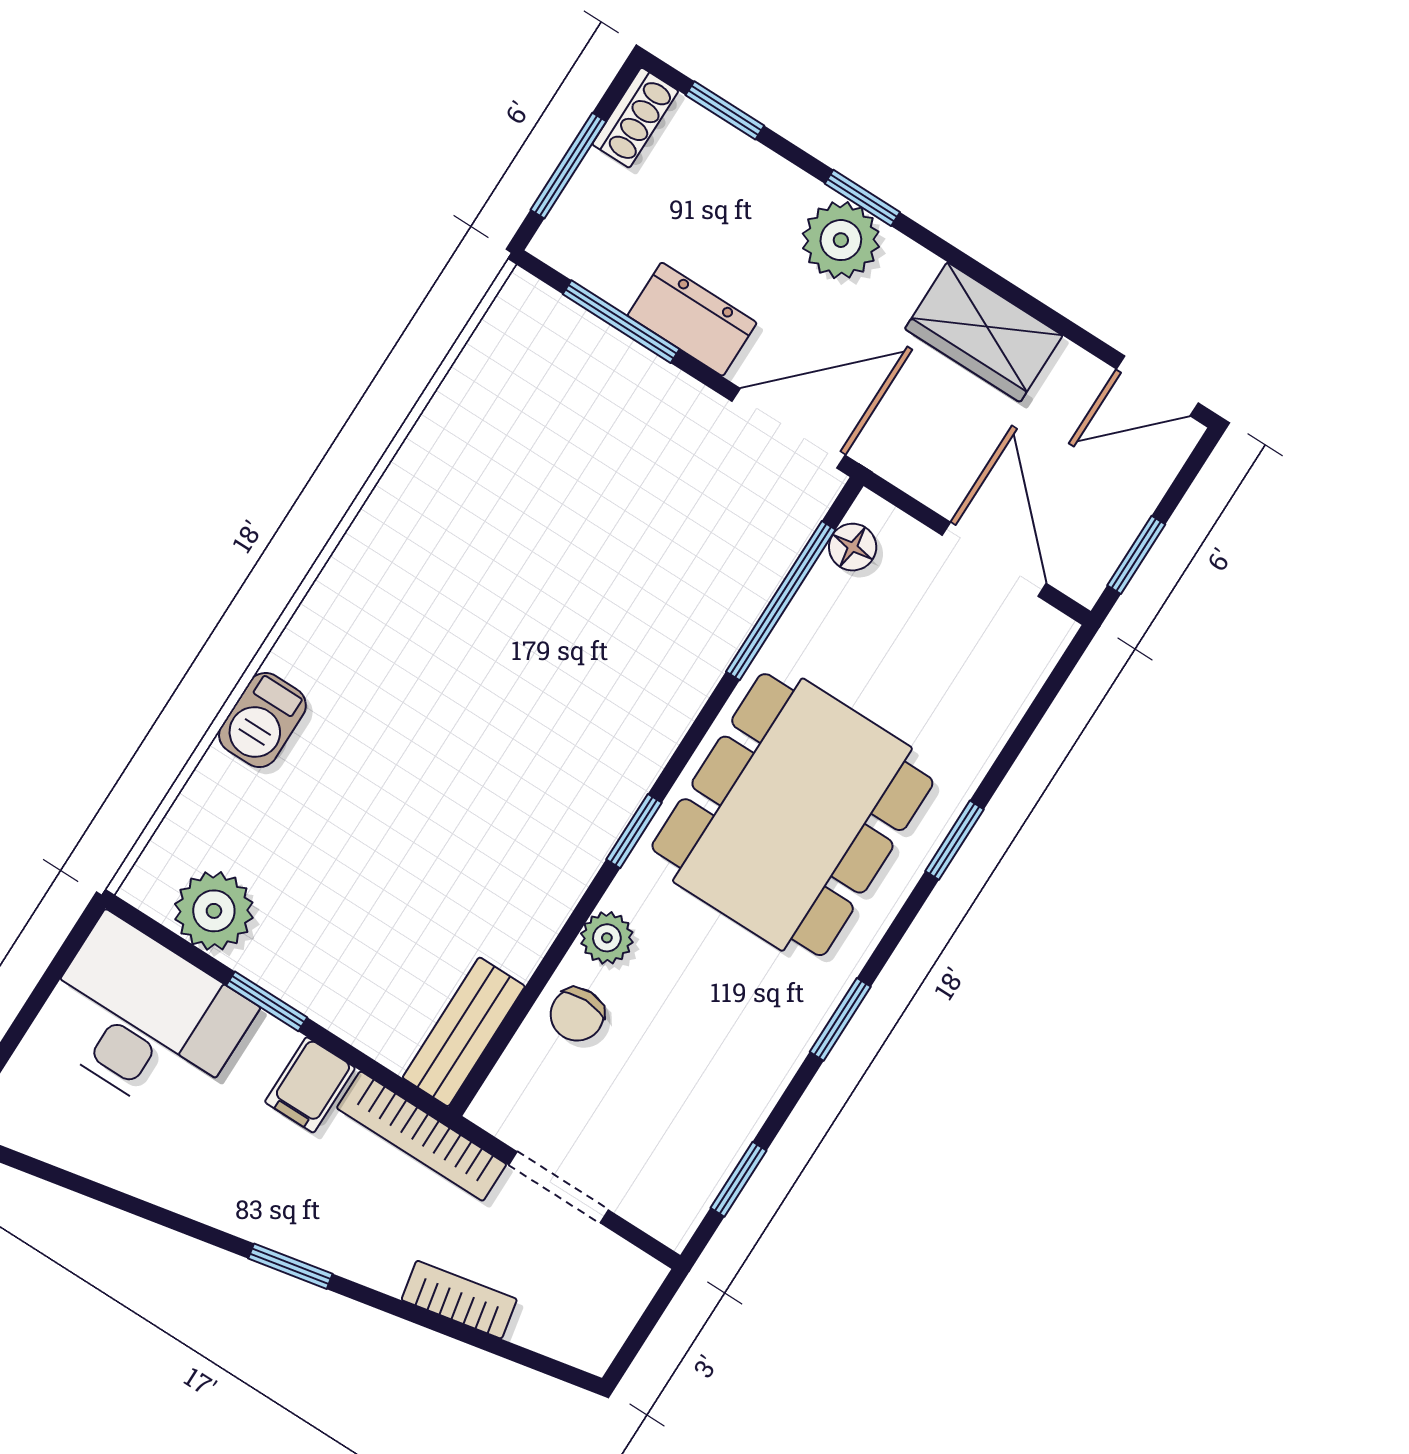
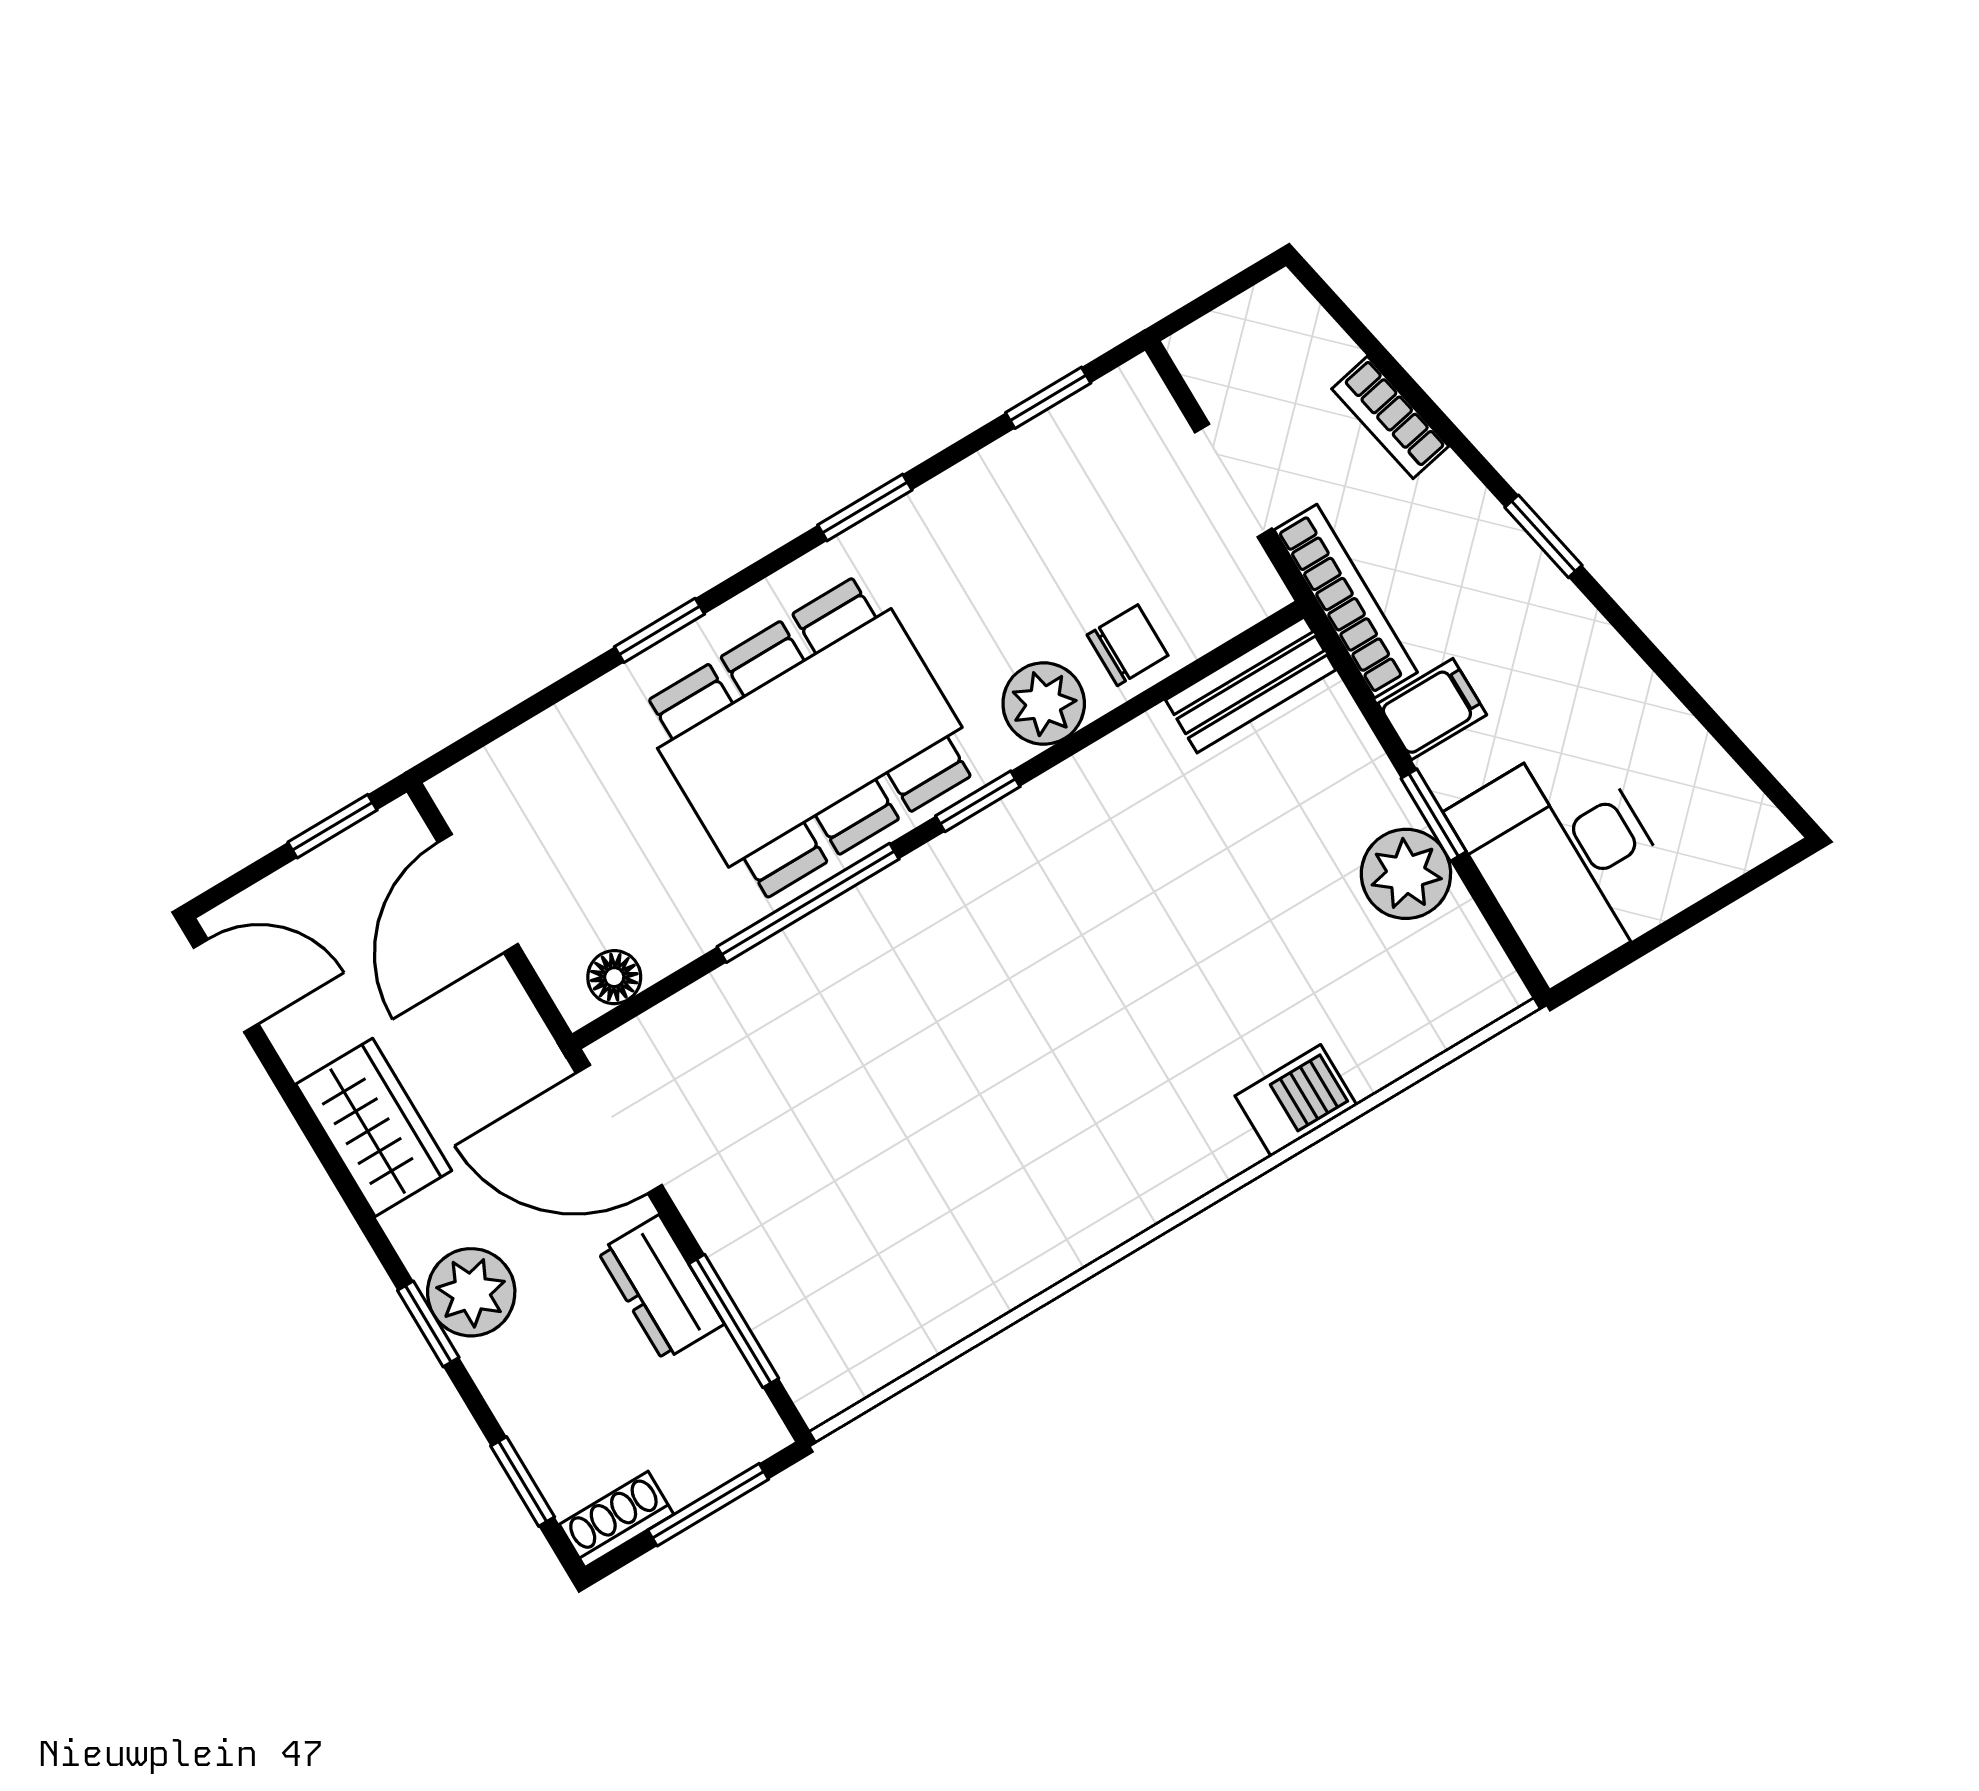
window: (781, 601) -> (808, 903), moved
plant: (214, 911) -> (1406, 874), moved
plant: (607, 938) -> (1044, 704), width x1.38, depth x1.38

